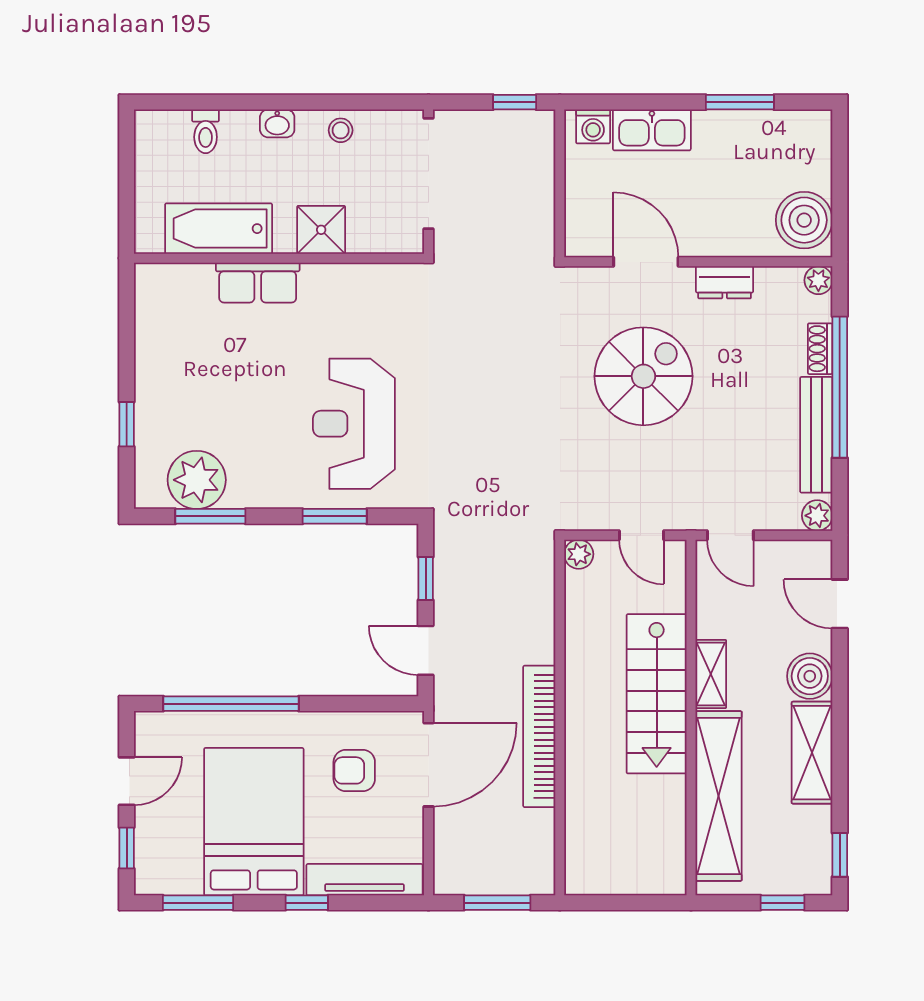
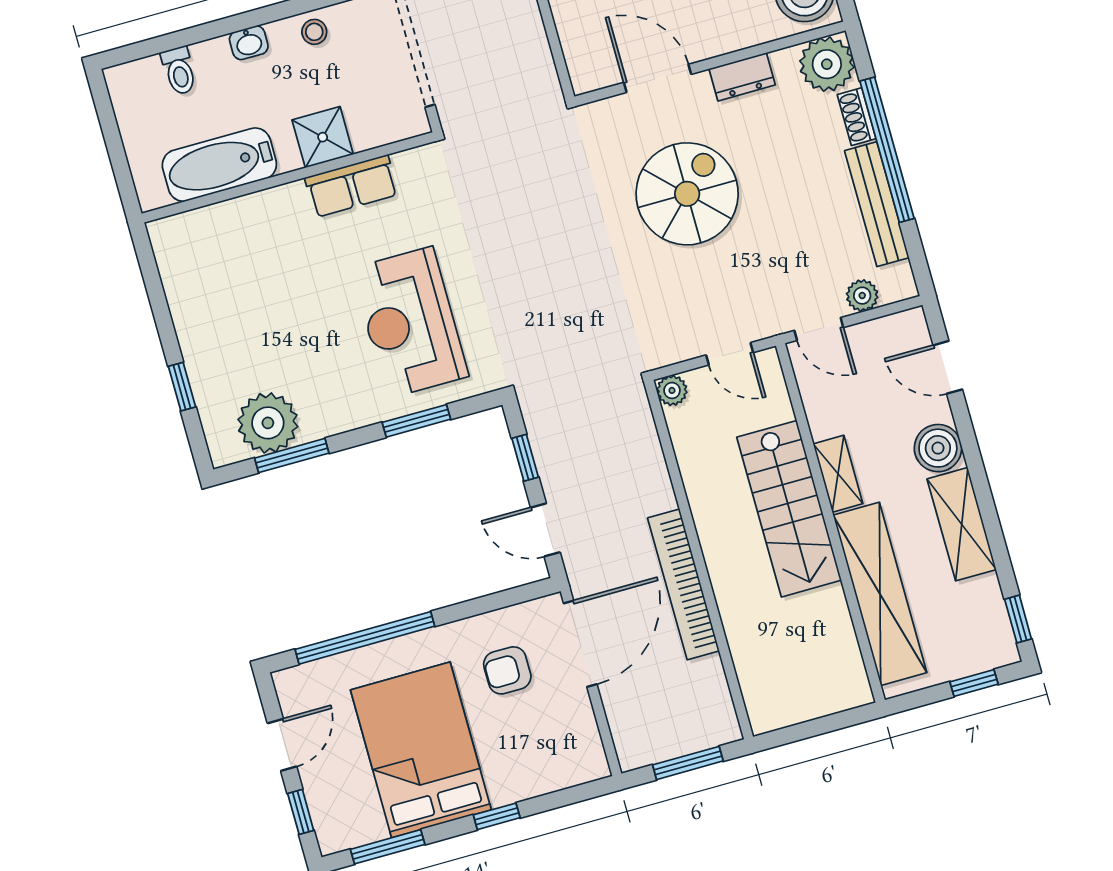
plant: (818, 280) -> (827, 64), width x1.87, depth x1.87
row of seats: (258, 283) -> (352, 186), moved
plant: (817, 516) -> (862, 296), moved
tv unit: (365, 880) -> (548, 777), removed

